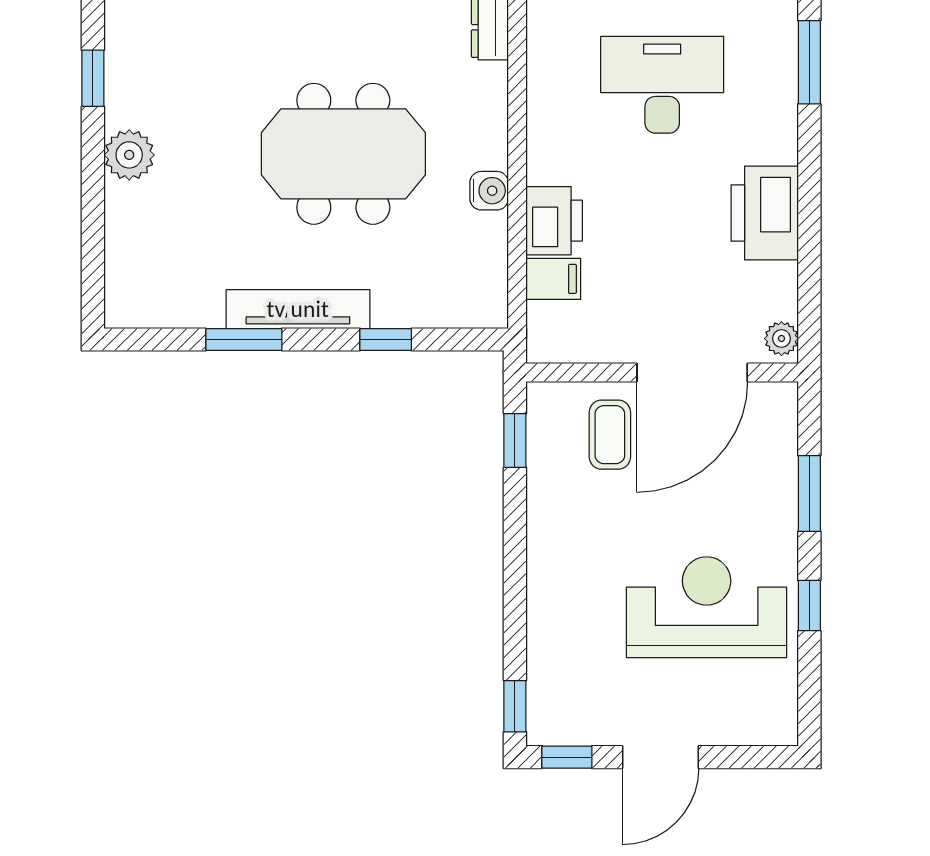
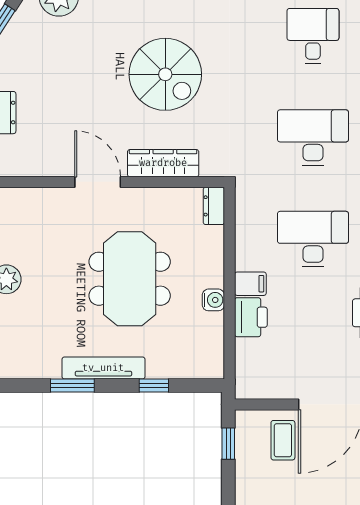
meeting table: (343, 154) -> (130, 279), turned 90
filing cabinet: (553, 279) -> (250, 284), moved

